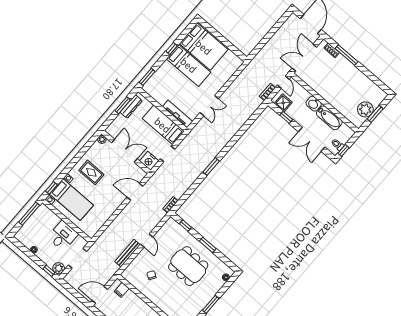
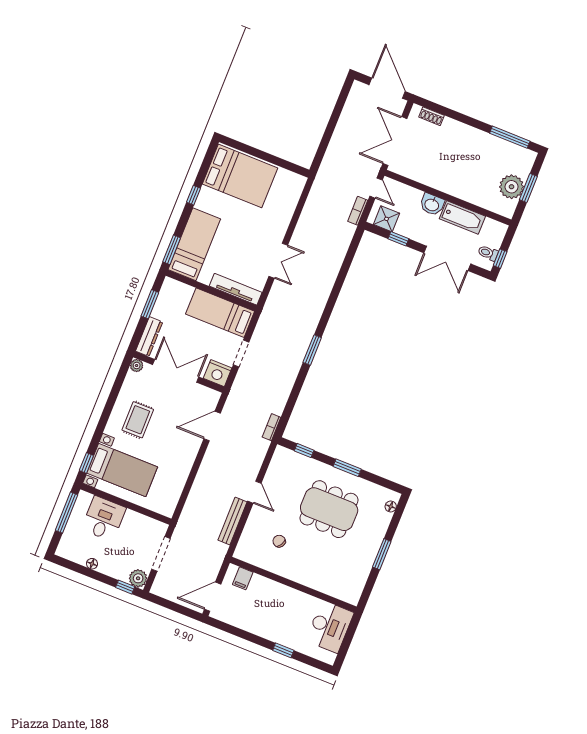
window: (347, 55) -> (510, 137), moved
bed: (189, 65) -> (194, 244), moved, turned -90
dresser: (131, 106) -> (149, 337), moved
rug: (91, 172) -> (138, 420), turned 90
desk: (63, 236) -> (104, 519), moved

